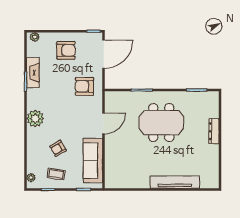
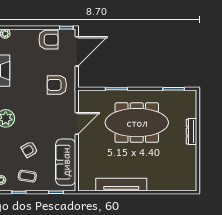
armchair: (66, 50) -> (49, 40), moved
meeting table: (161, 123) -> (137, 123), width x1.36
tv unit: (175, 182) -> (121, 185), moved

